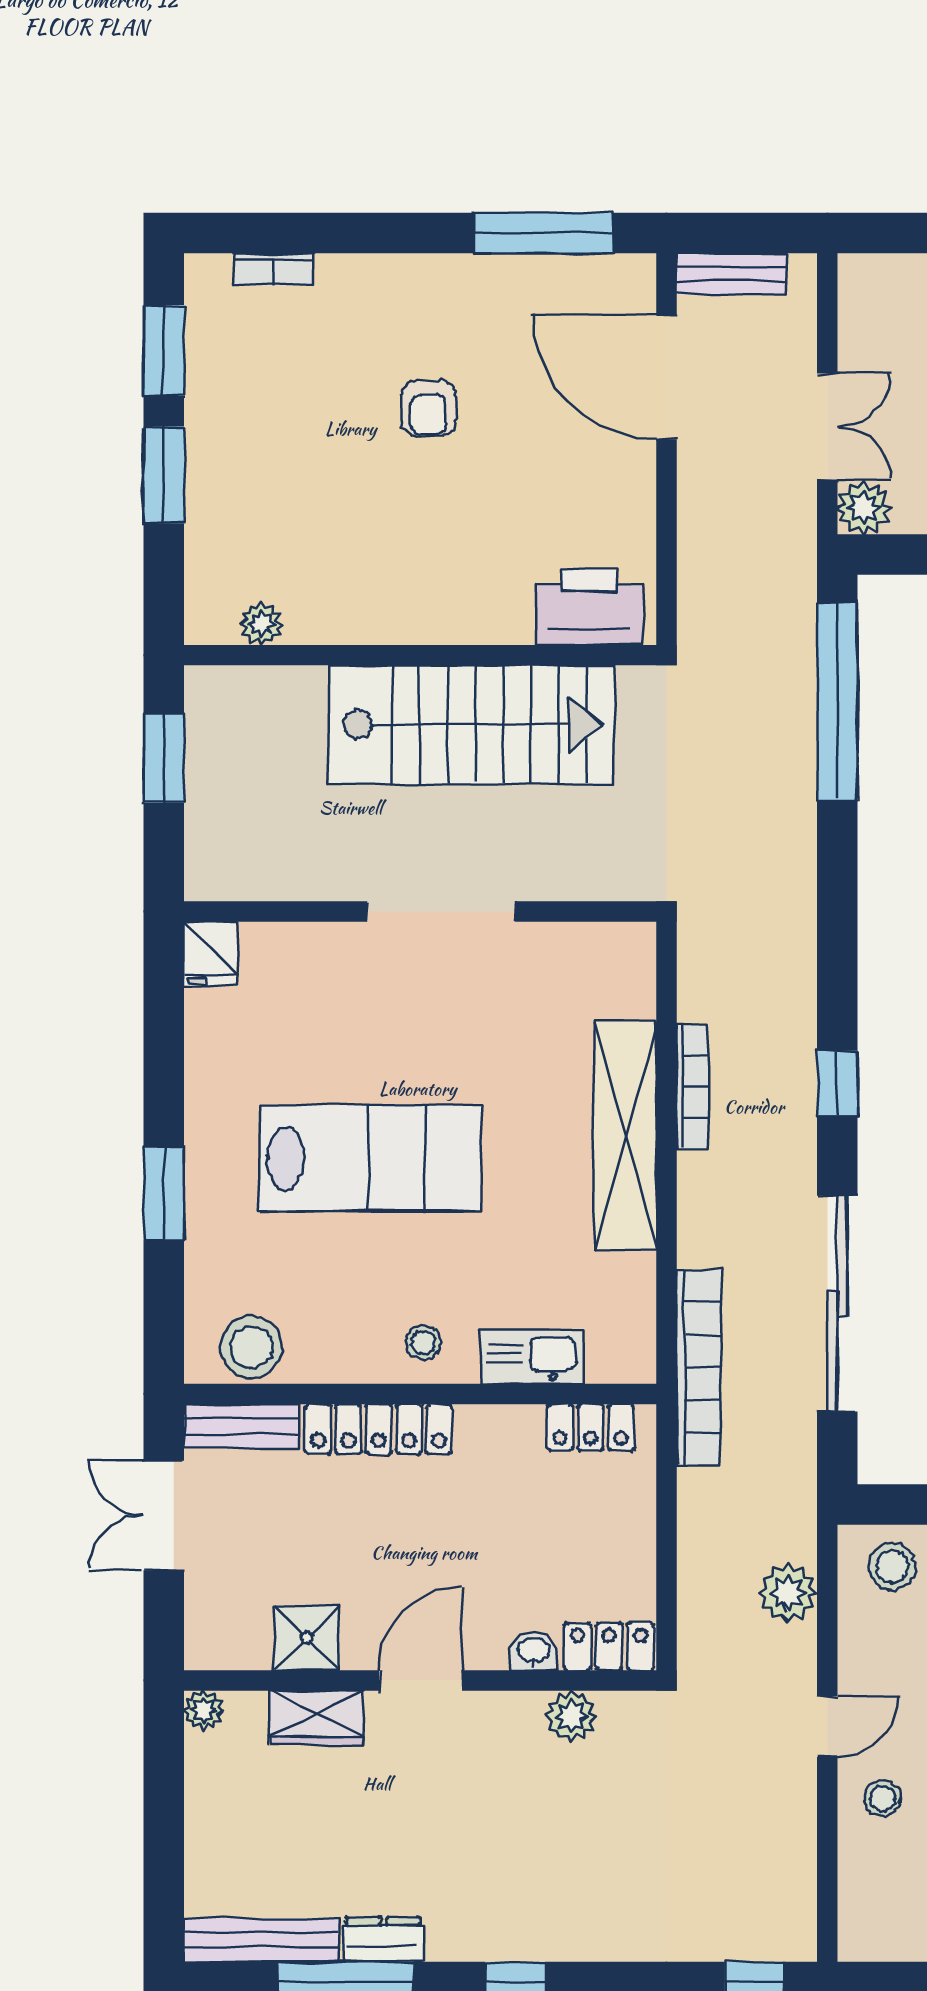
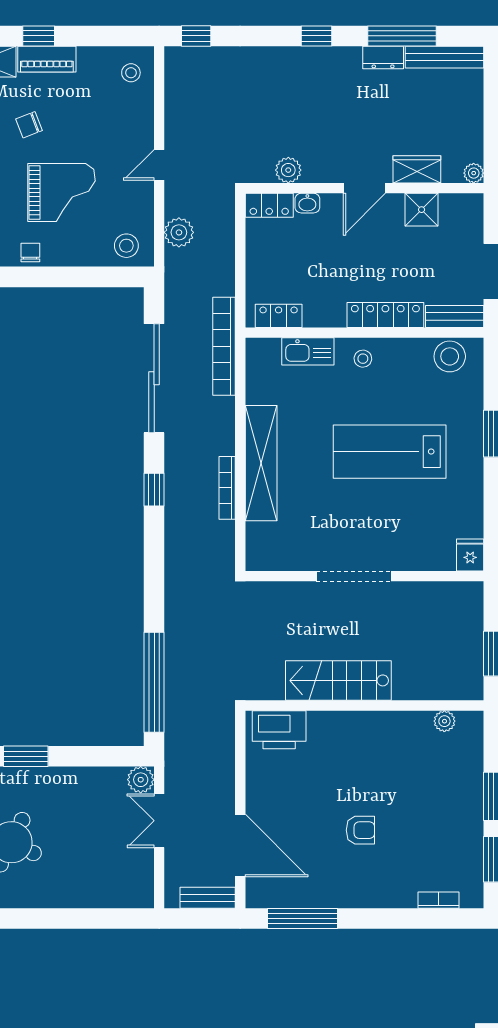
armchair: (428, 408) -> (360, 830), turned 90
stairs: (472, 725) -> (338, 680), width x0.73, depth x0.66
stool: (883, 1798) -> (131, 73), moved

